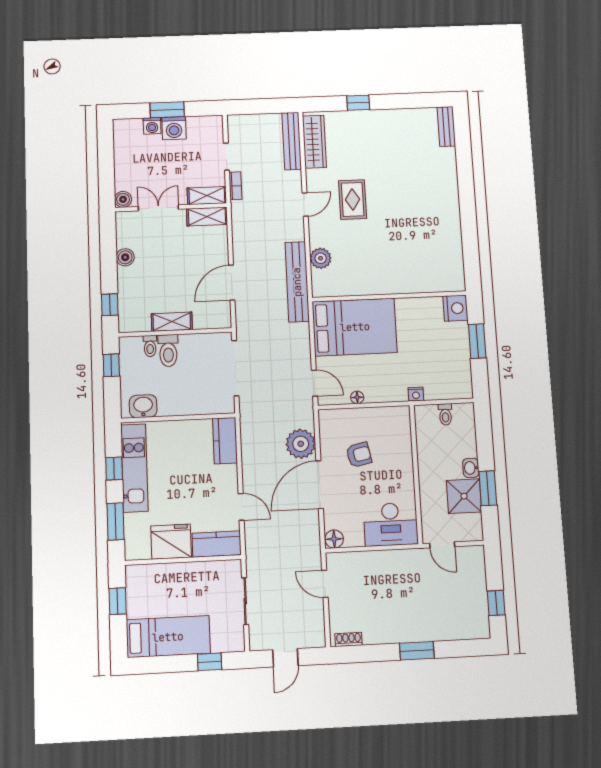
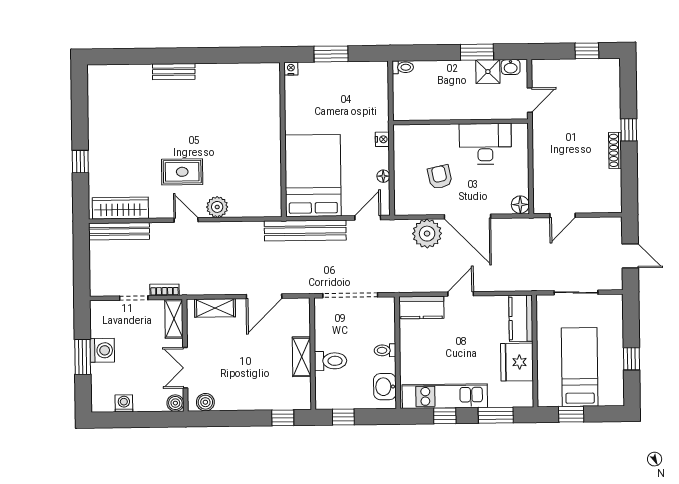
washing machine: (152, 126) -> (124, 403), moved, turned -90
bench: (446, 127) -> (174, 72), moved
shelving: (207, 217) -> (215, 308), moved, turned 90
boiler: (125, 257) -> (205, 402), moved
plant: (321, 258) -> (217, 207), moved
bench: (297, 282) -> (305, 231), moved
door: (232, 283) -> (264, 296), hinge flipped
nightstand: (455, 308) -> (291, 69), width x0.53, depth x0.56
toilet: (150, 346) -> (385, 350), moved, turned 180
nightstand: (416, 394) -> (382, 139), moved
toilet: (445, 414) -> (403, 67), moved
washbasin: (471, 468) -> (511, 67), moved
shower: (464, 496) -> (488, 72), width x0.73, depth x0.73
door: (241, 507) -> (461, 294), moved
desk: (391, 524) -> (485, 144), moved, turned -90
bed: (168, 637) -> (580, 367), moved
shoe rack: (349, 639) -> (615, 150), moved, width x1.43
window: (417, 651) -> (629, 130), width x0.67
window: (210, 662) -> (631, 359), moved

